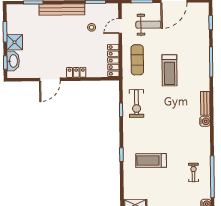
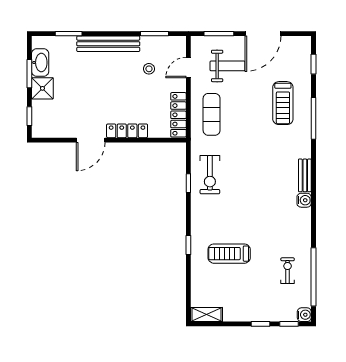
washbasin: (13, 61) -> (40, 63), moved
treadmill: (169, 70) -> (283, 103), moved
locker: (76, 72) -> (127, 131), width x1.53

